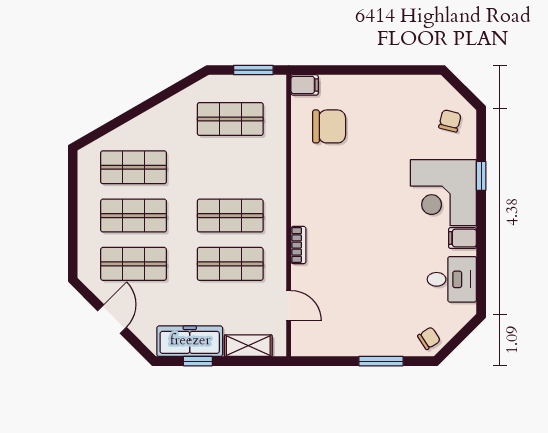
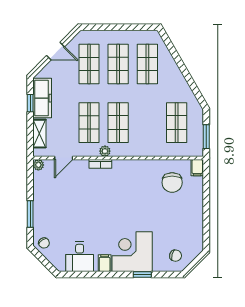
plant: (277, 238) -> (105, 151), added
plant: (300, 347) -> (38, 165), added

